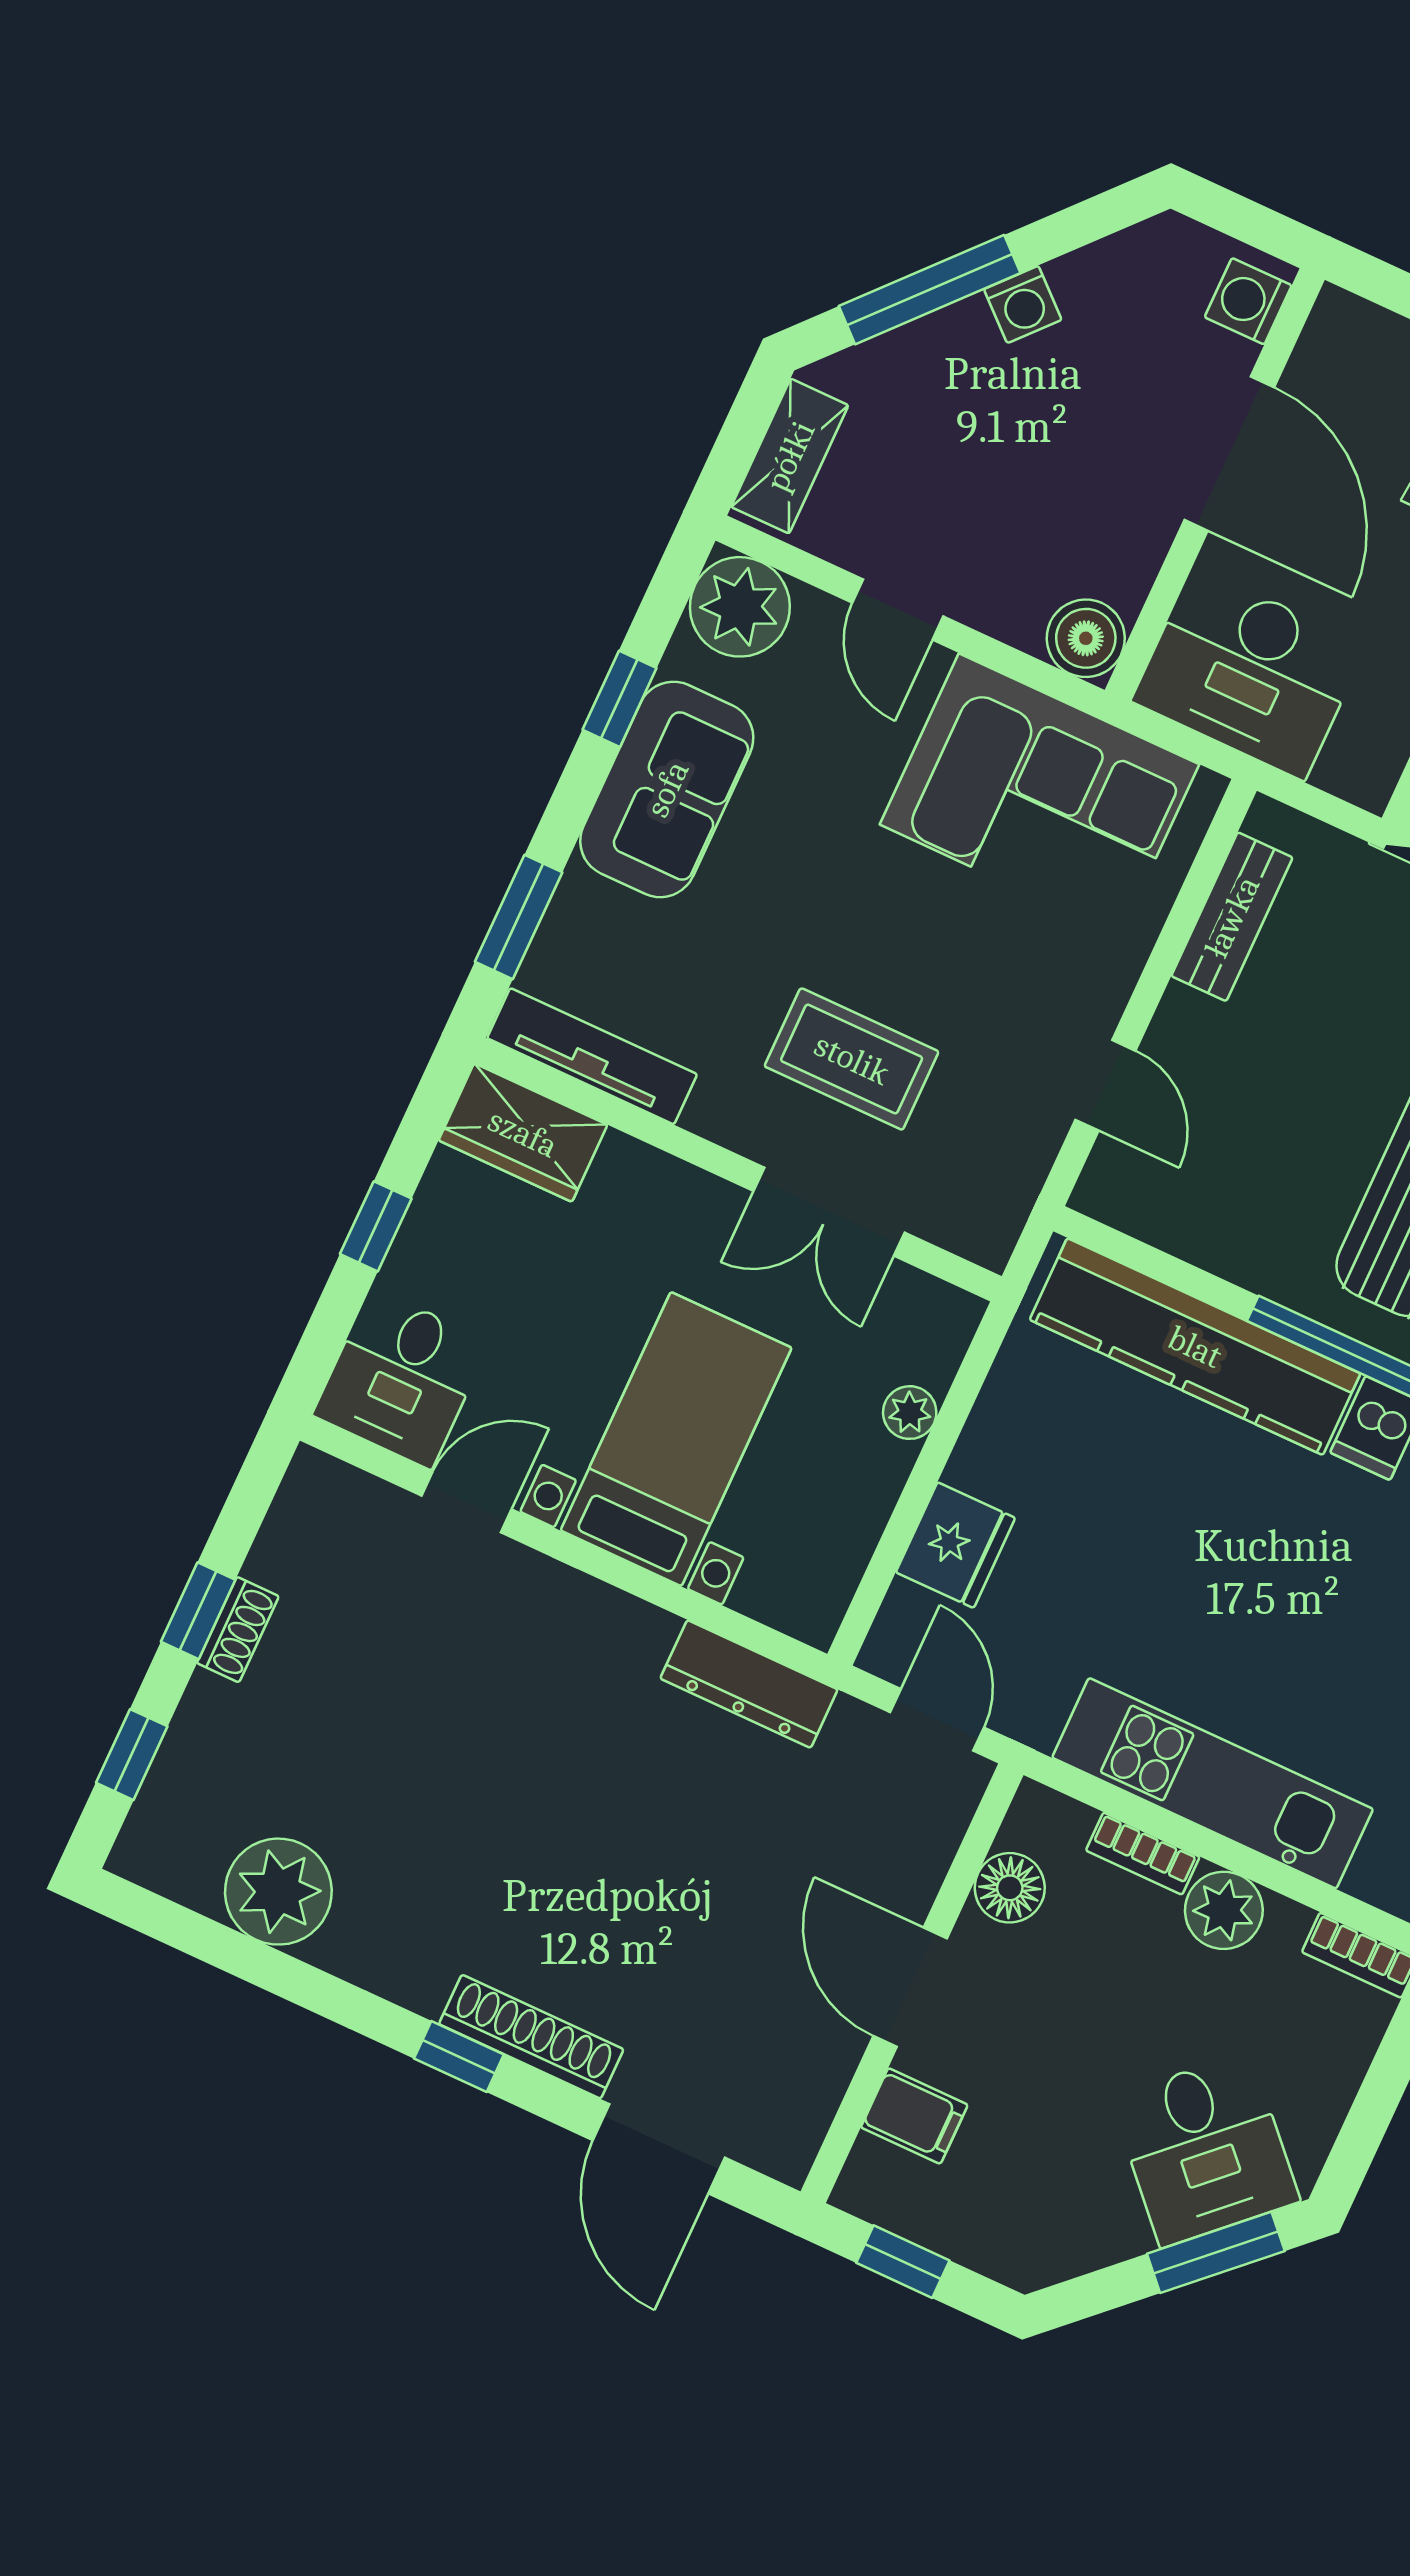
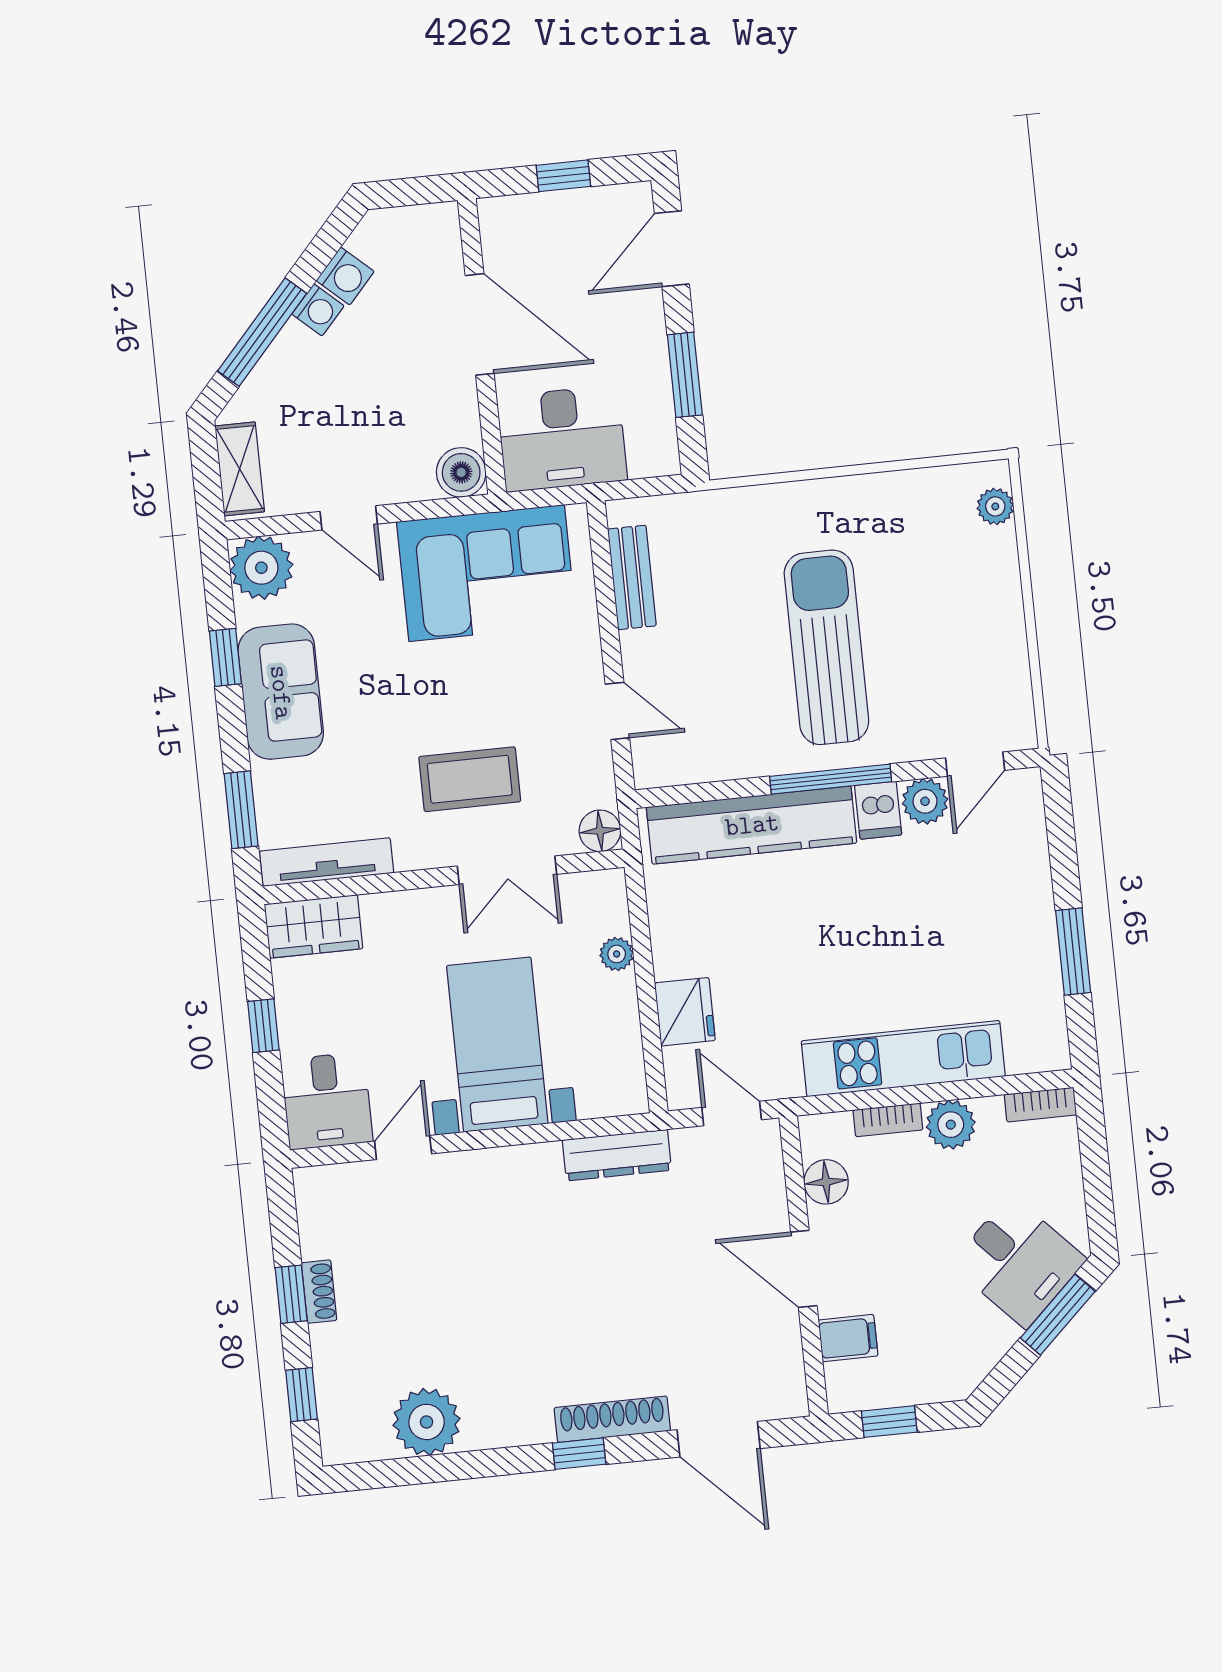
washing machine: (1248, 301) -> (345, 276), moved, turned -138
floor lamp: (986, 1233) -> (600, 831), added

